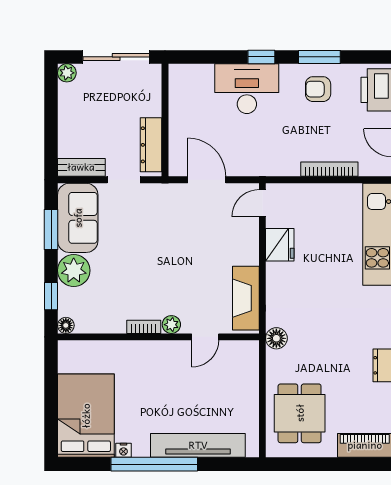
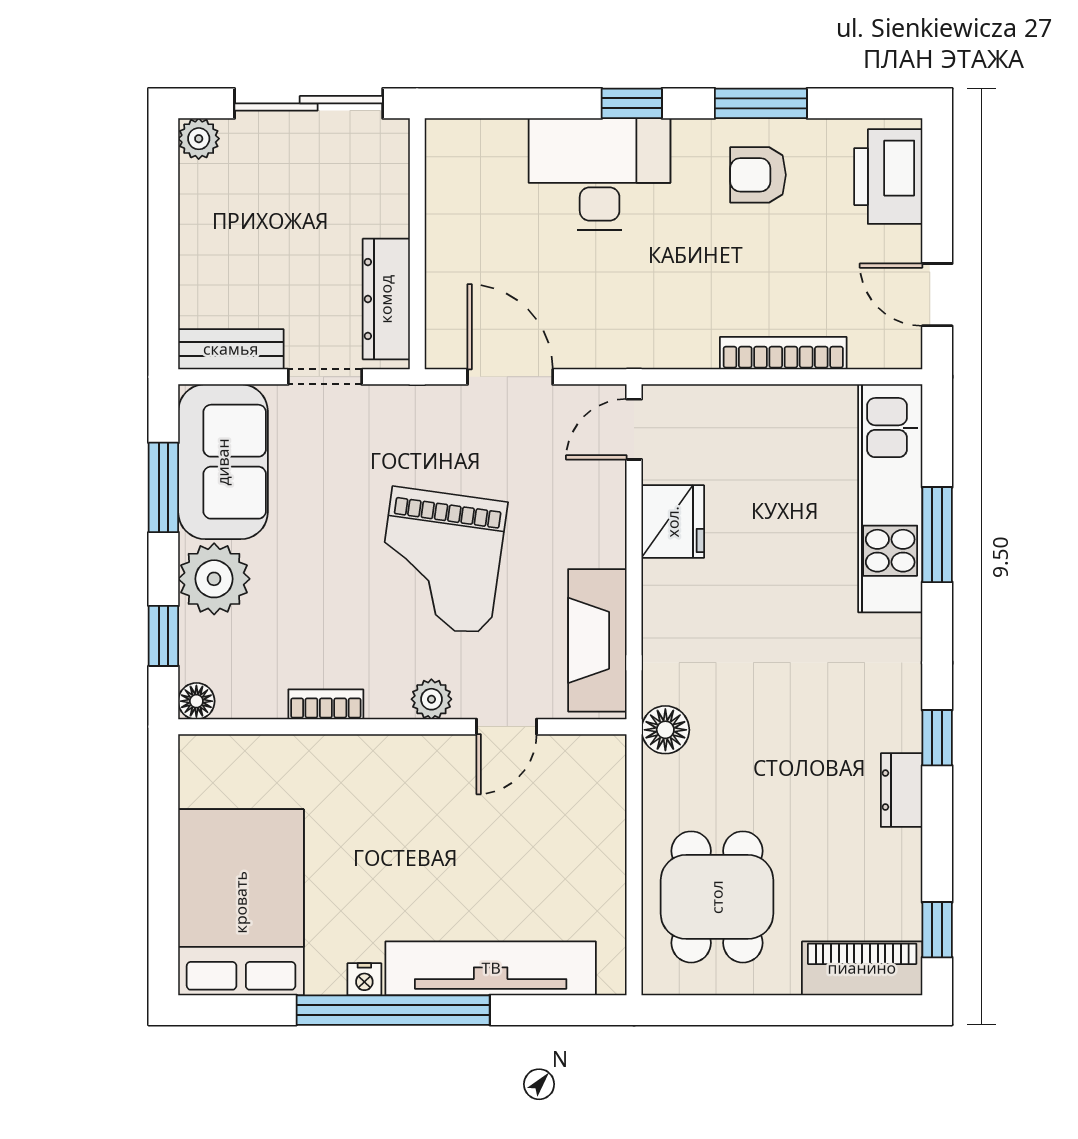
grand piano: (176, 262) -> (441, 561), added
bookcase: (144, 327) -> (326, 704), moved
nightstand: (123, 450) -> (364, 979), moved

